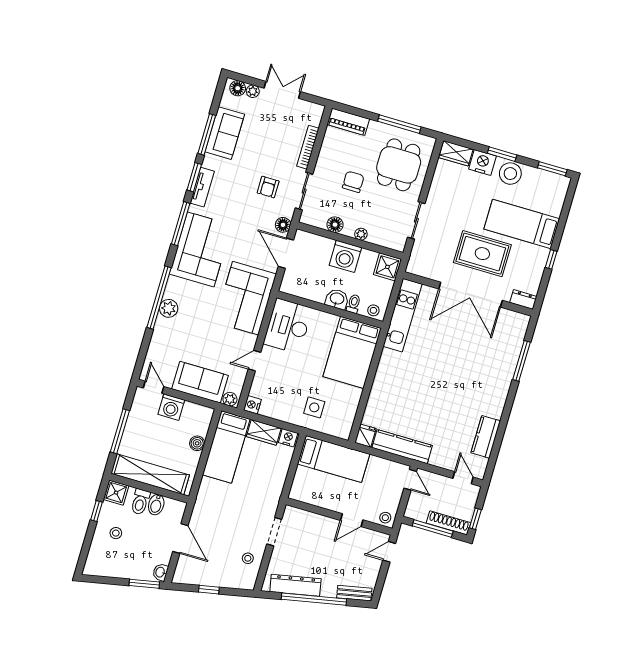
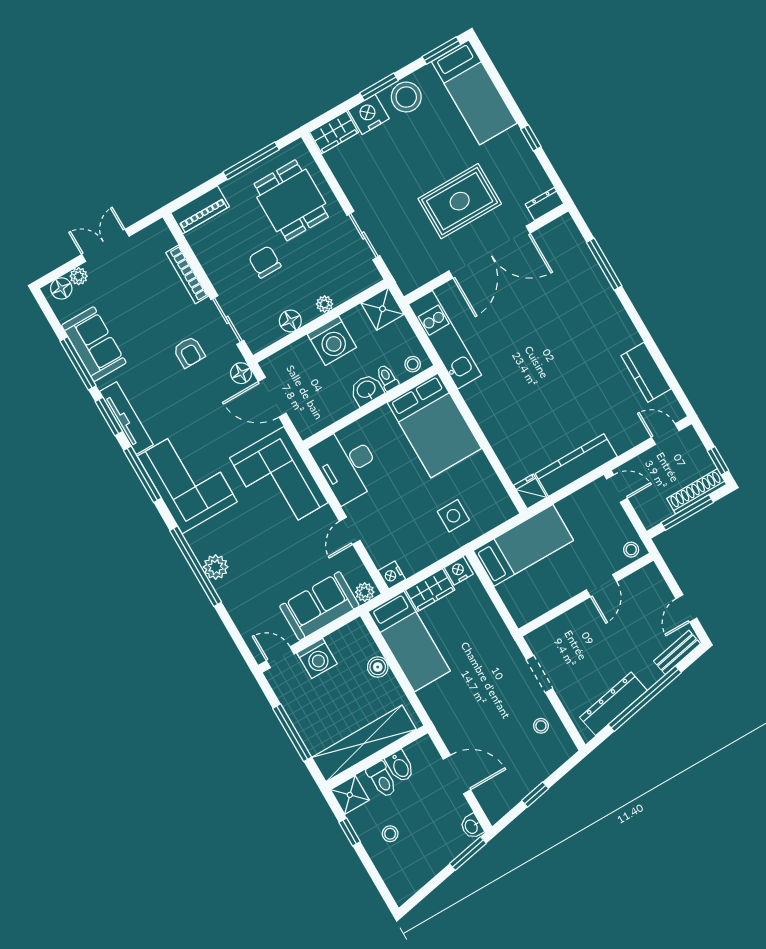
tv unit: (202, 187) -> (126, 418), width x1.41
bed: (522, 224) -> (474, 92), moved, turned -90
door: (389, 552) -> (686, 608), moved

